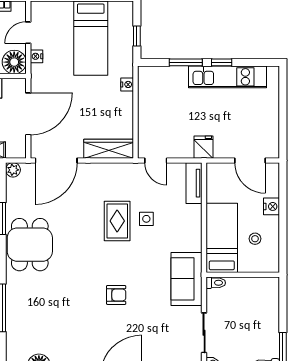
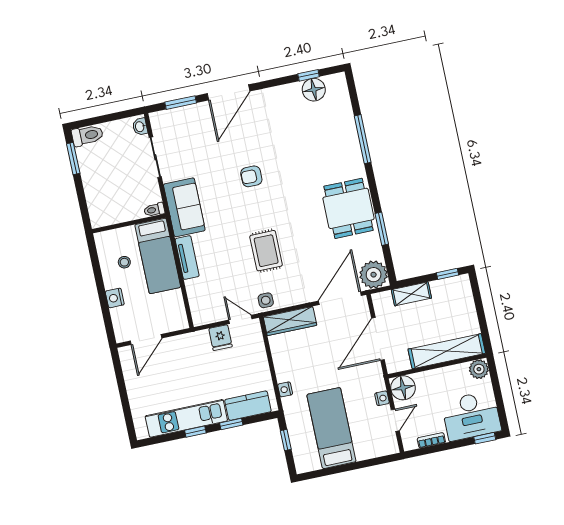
window: (186, 62) -> (231, 424), width x0.67
kitchen counter: (166, 76) -> (248, 406), added
fridge: (204, 147) -> (220, 338), moved
door: (250, 160) -> (146, 339), swing flipped
plant: (13, 170) -> (374, 275), width x1.87, depth x1.87
tv unit: (194, 183) -> (187, 258), moved
side table: (146, 219) -> (266, 300), moved

